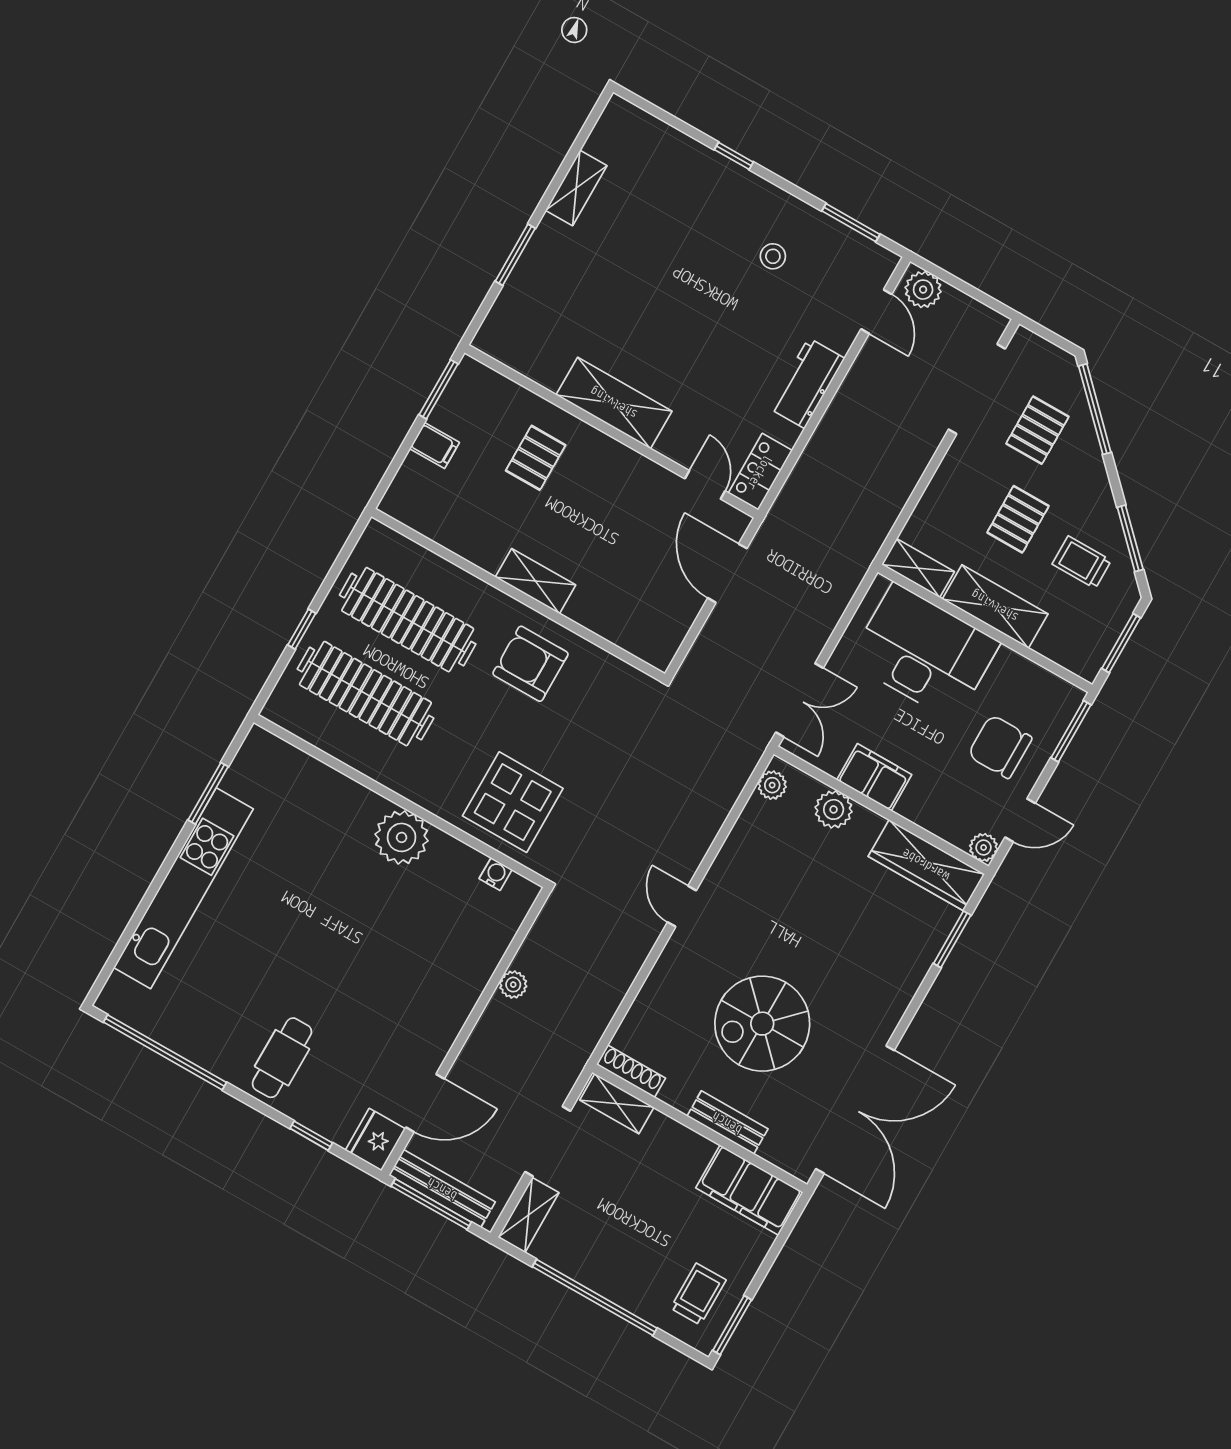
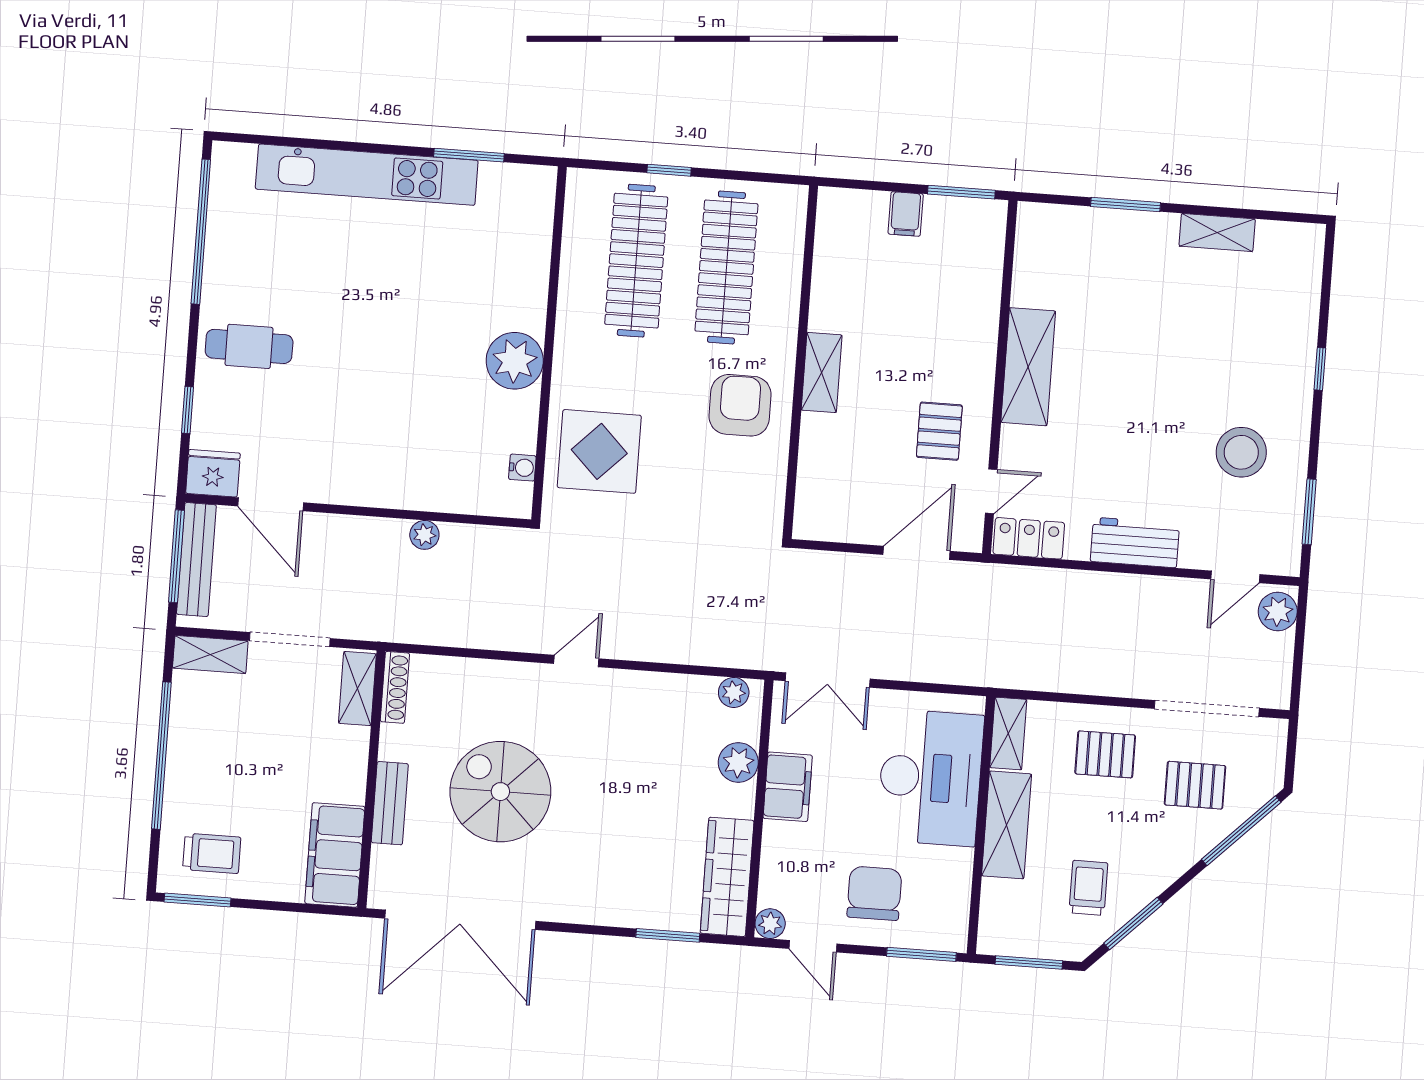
stool: (773, 256) -> (1241, 452), width x1.89, depth x1.89
pallet: (536, 458) -> (939, 431), moved, turned 90
pallet: (1018, 519) -> (1105, 754), moved

